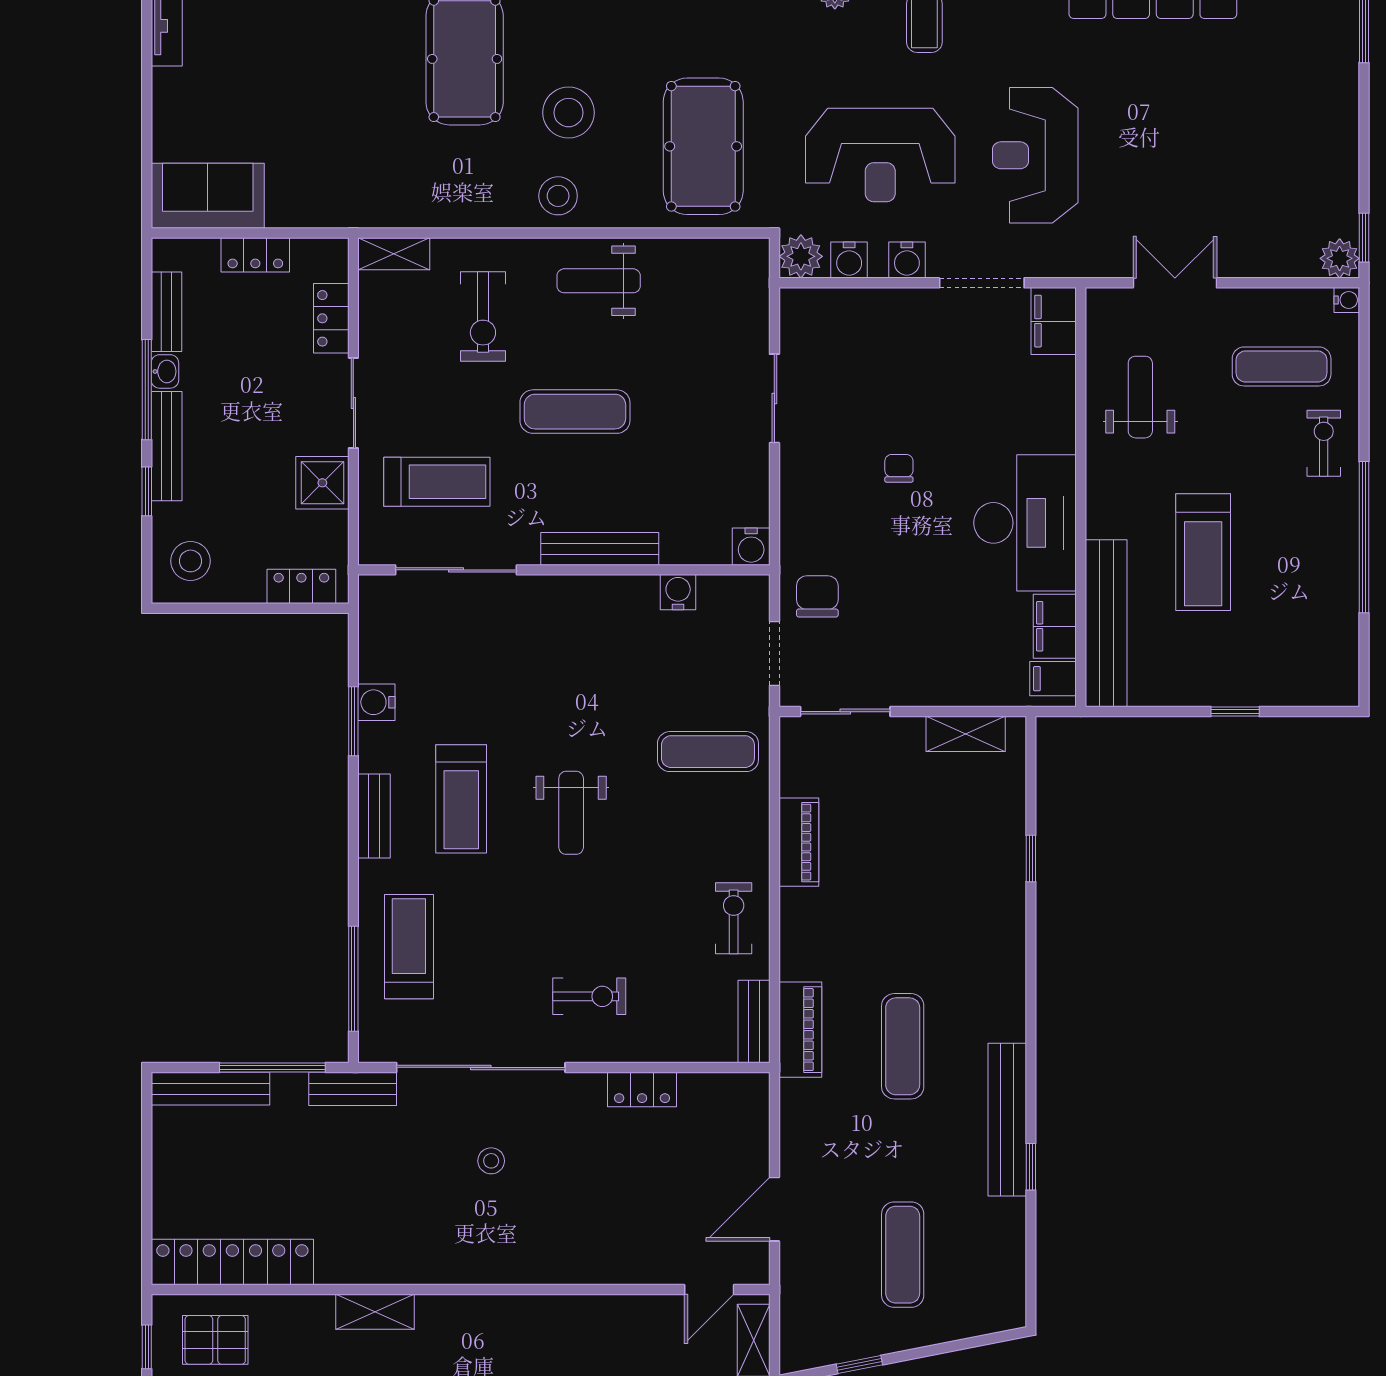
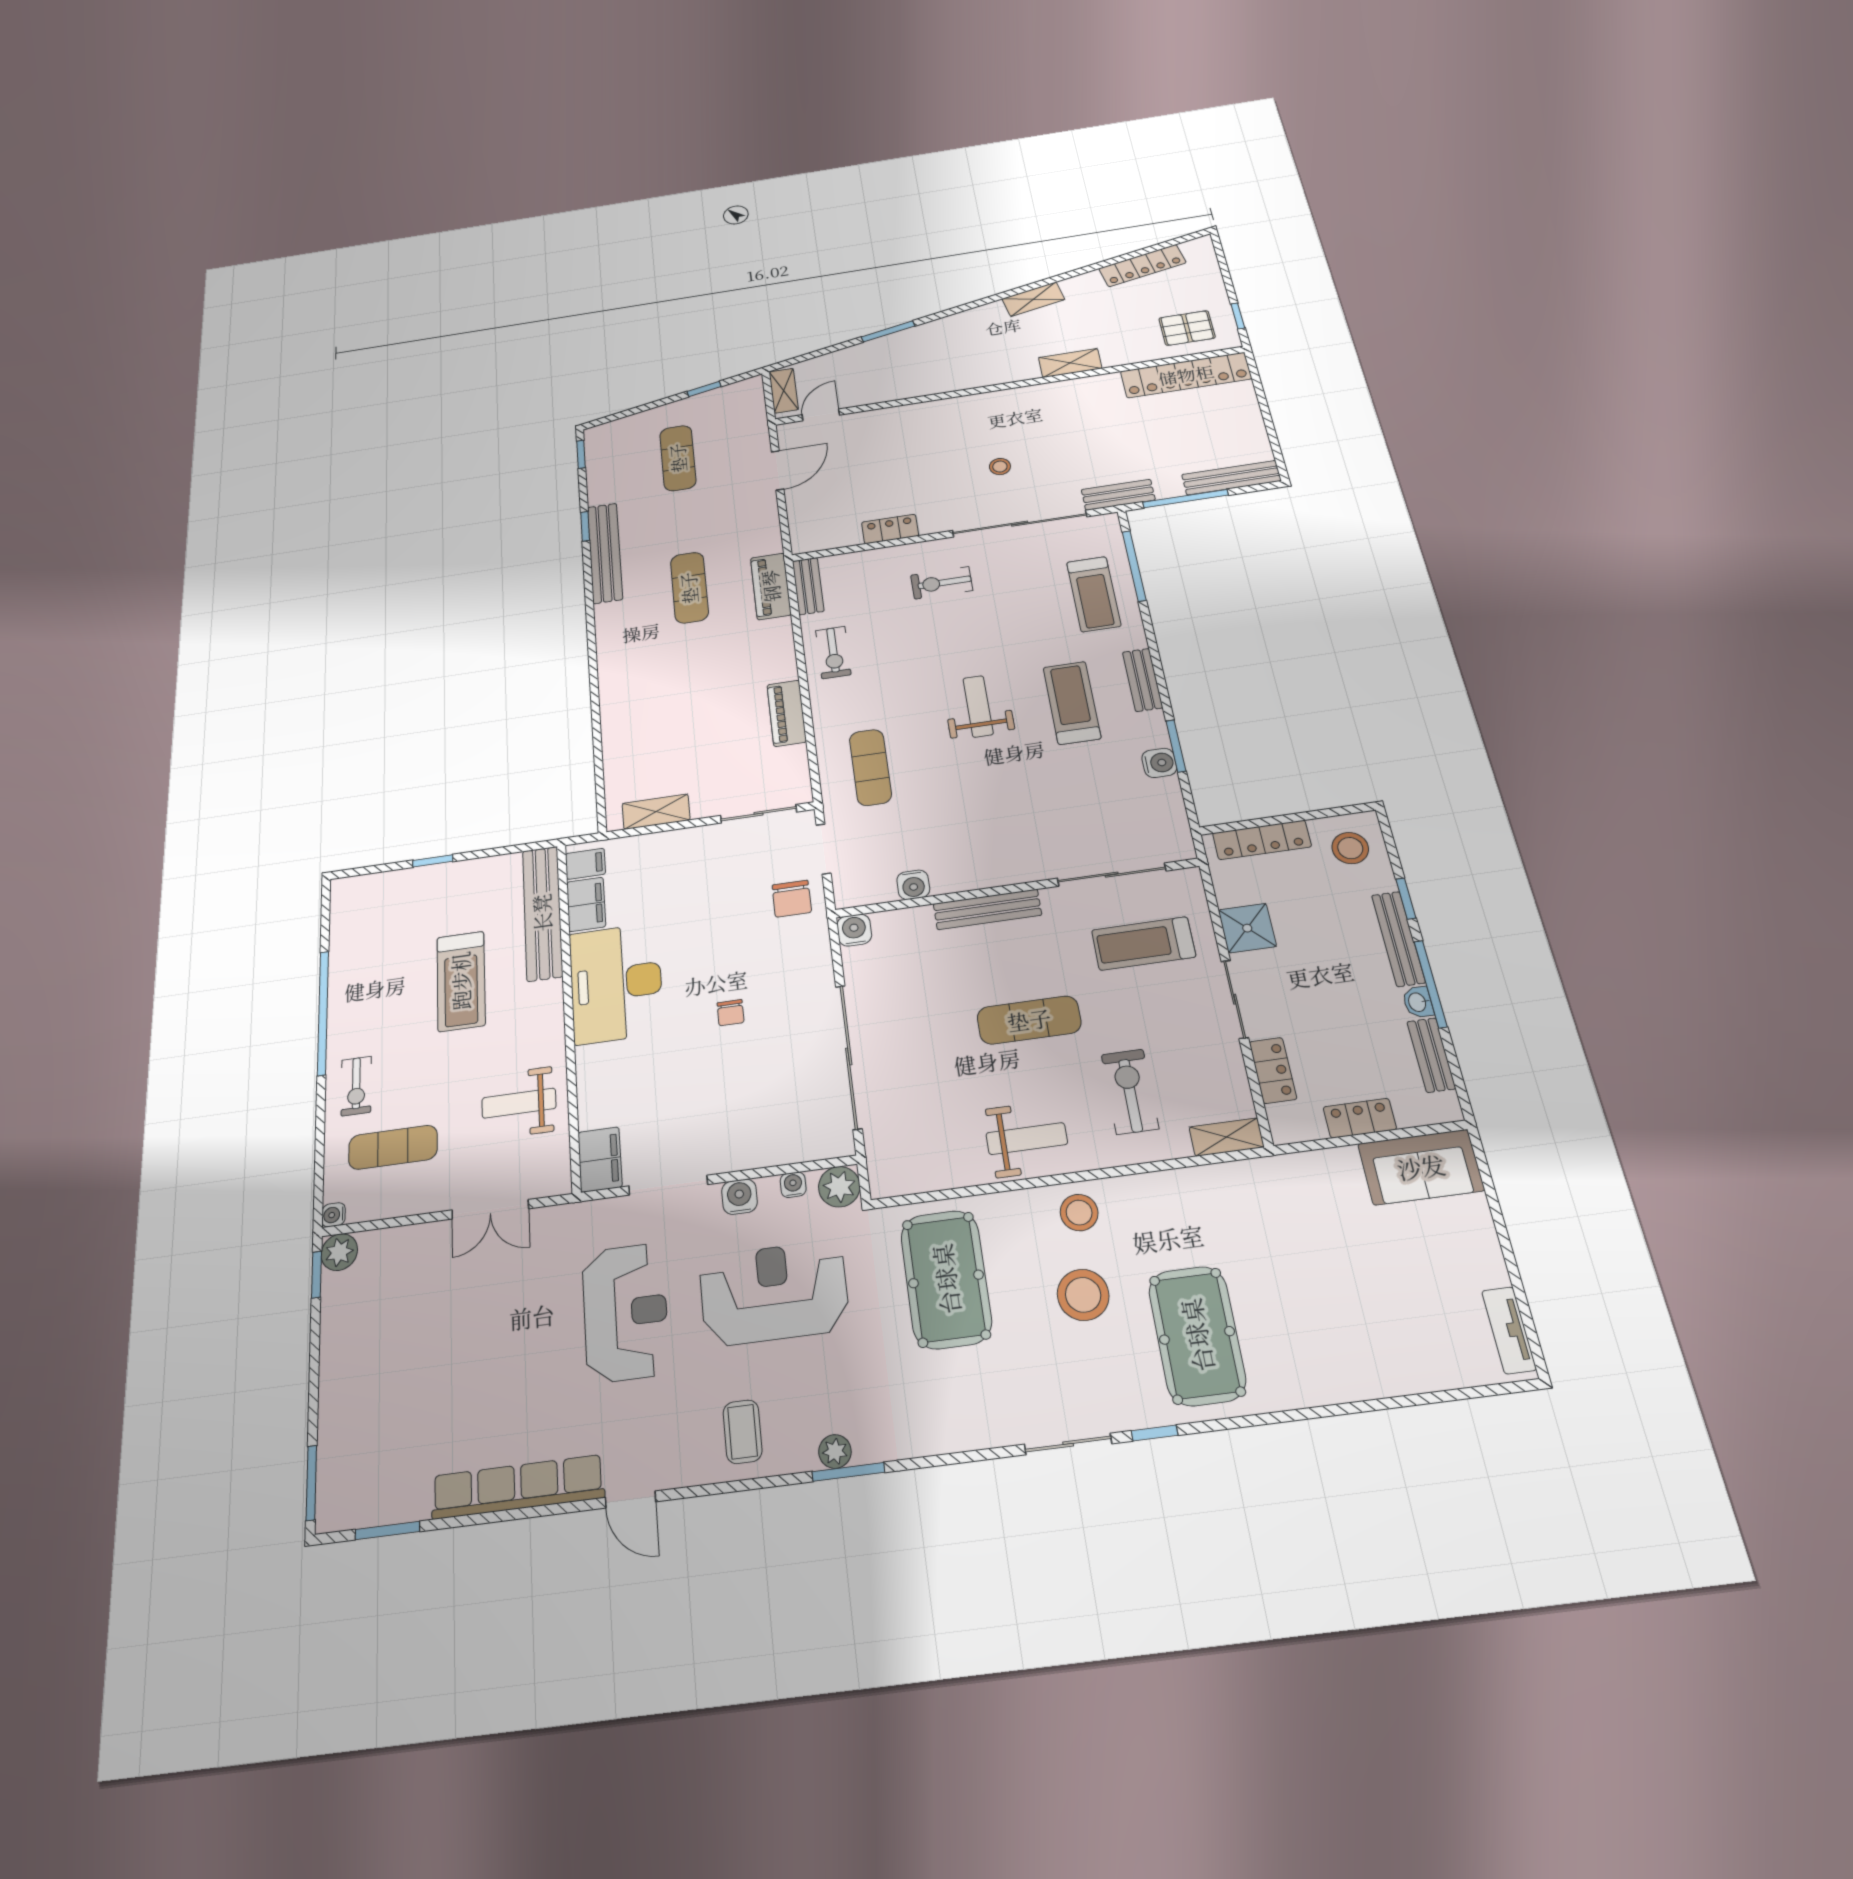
water cooler: (849, 260) -> (793, 1185), width x0.72, depth x0.72
weight bench: (1140, 397) -> (519, 1103), turned 90
sliding door: (774, 398) -> (849, 1056), width x1.86
treadmill: (1203, 552) -> (461, 981), turned 180
locker: (301, 586) -> (1262, 840), width x1.53
exercise mat: (708, 752) -> (870, 767), turned 90
window: (1031, 859) -> (581, 454), moved

